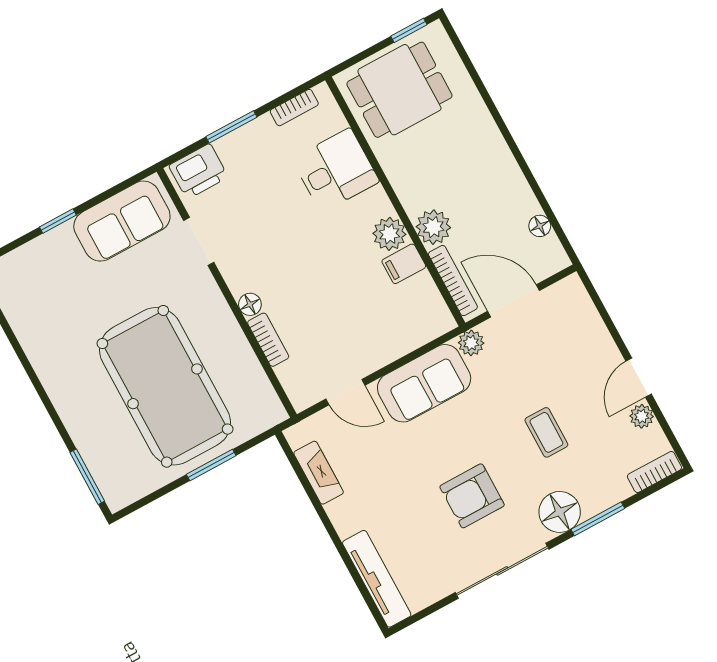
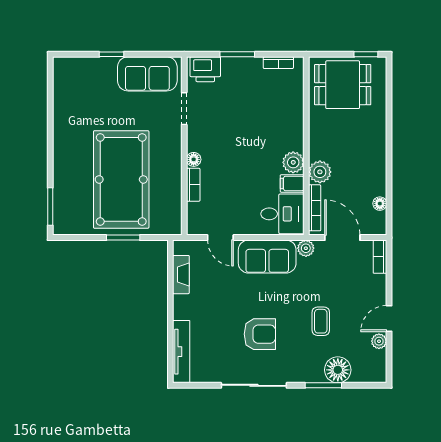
desk: (336, 170) -> (282, 214), moved
bookcase: (654, 472) -> (380, 257), moved, turned -90
armchair: (472, 496) -> (260, 334), turned 180
floor lamp: (560, 512) -> (338, 370), moved

